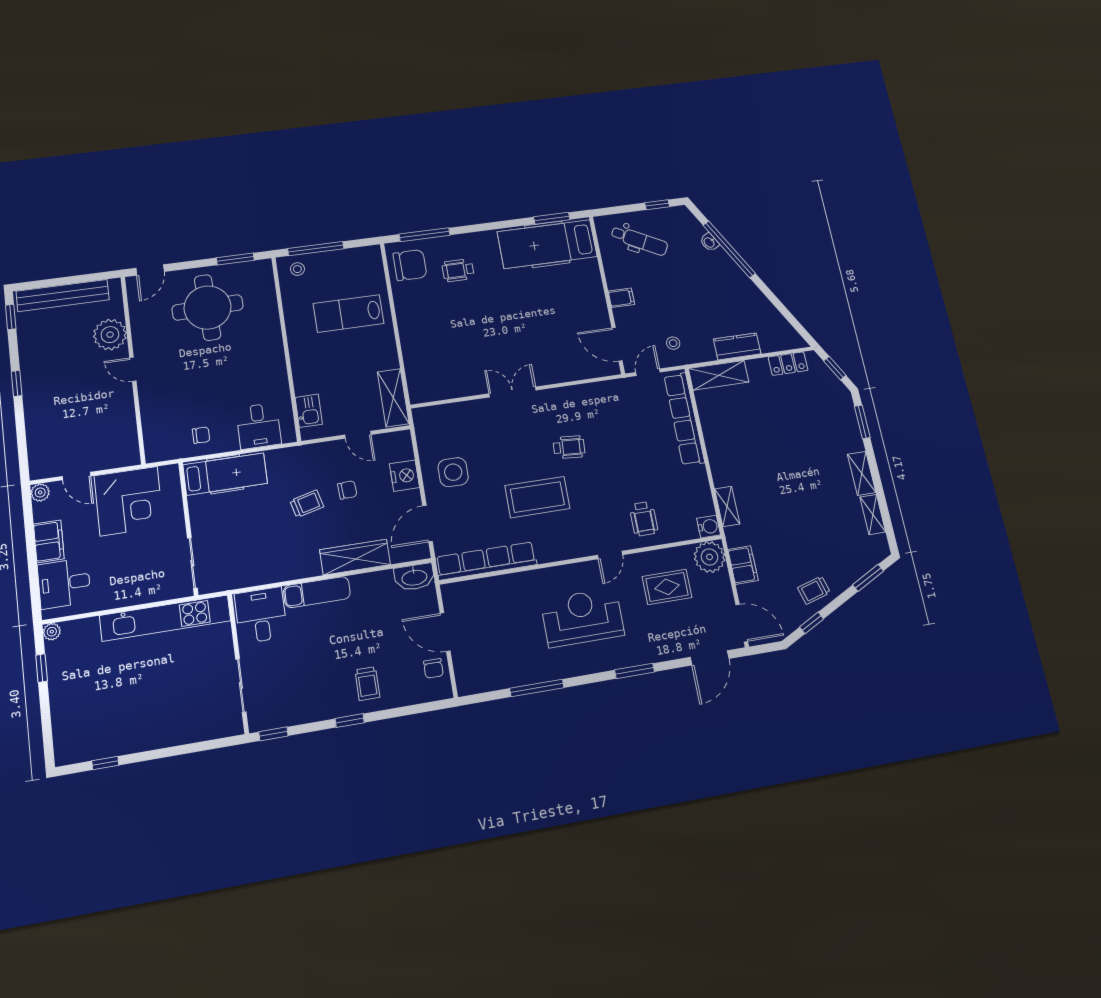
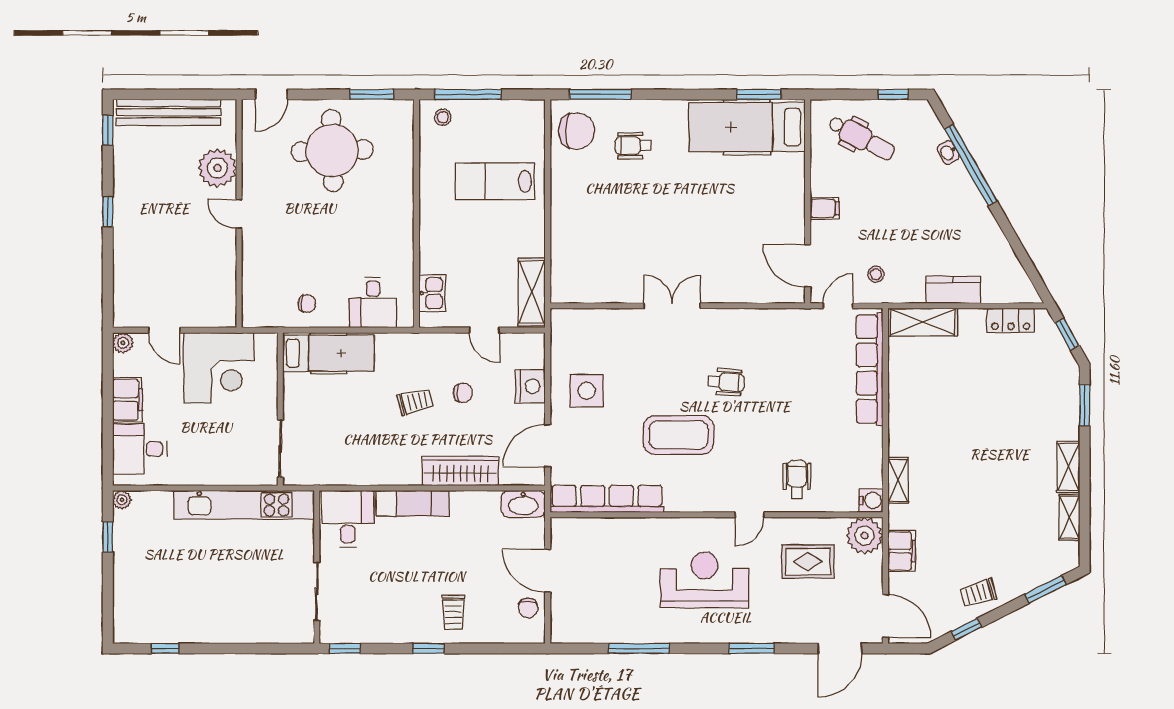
wheelchair: (644, 519) -> (797, 479), turned 180

